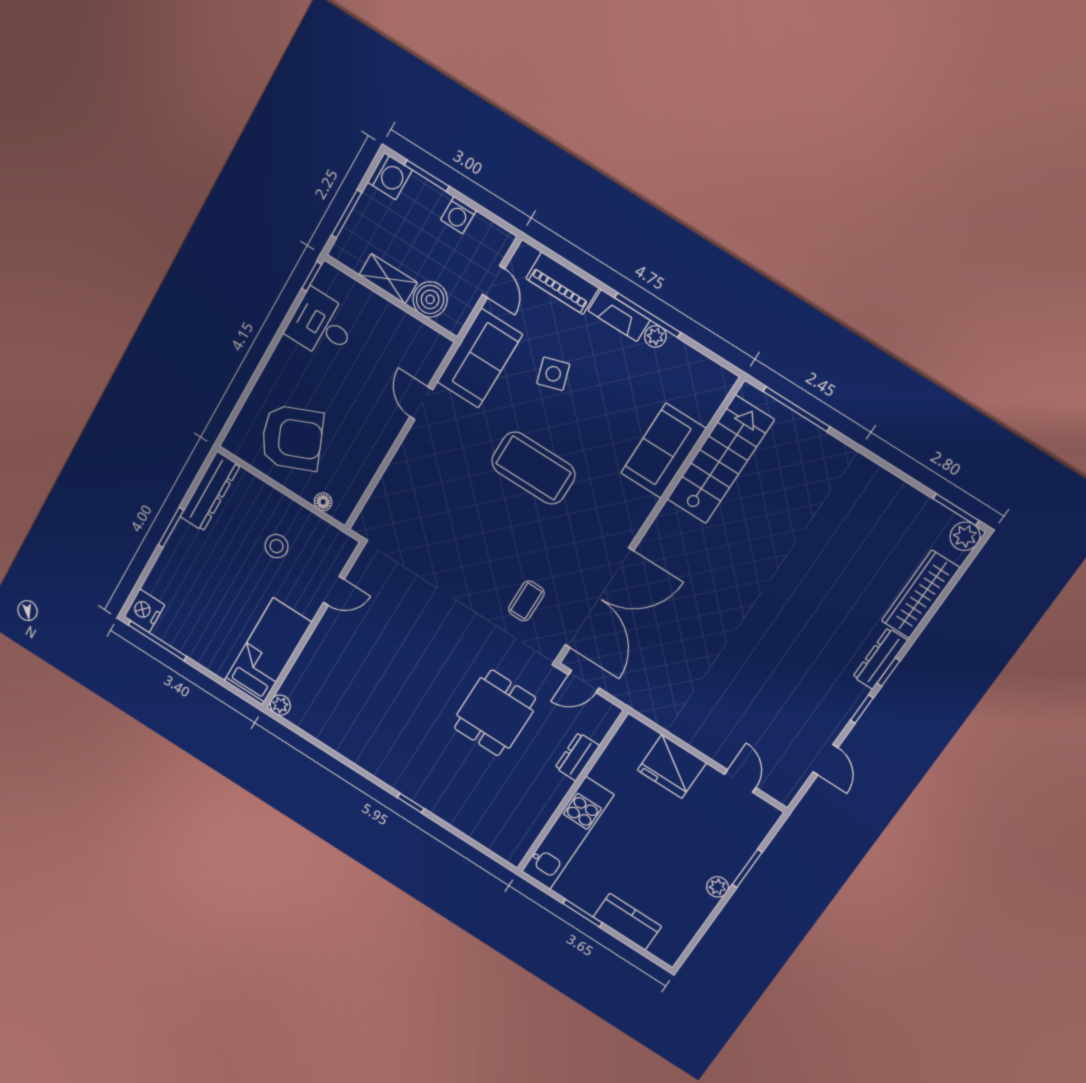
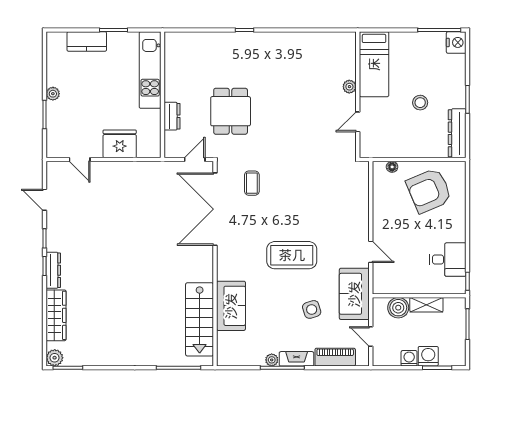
washing machine: (390, 176) -> (428, 356), moved, turned 90
stool: (277, 546) -> (420, 103), moved
plant: (280, 705) -> (349, 87), moved

